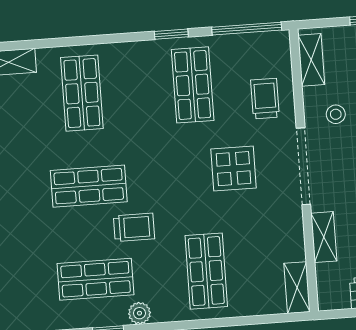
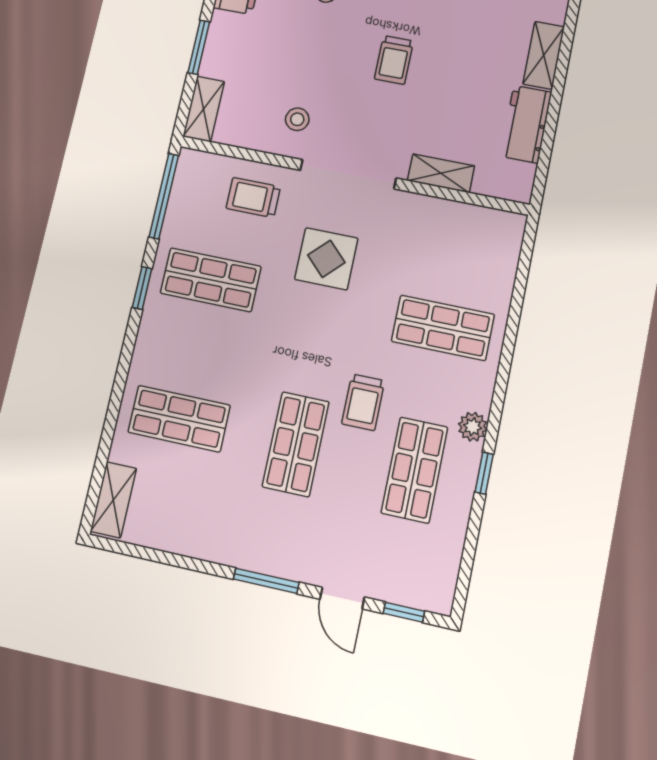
shelving: (311, 60) -> (204, 109), moved, turned 90
trolley: (134, 227) -> (363, 402), turned 180
shelving: (297, 288) -> (494, 222), removed

